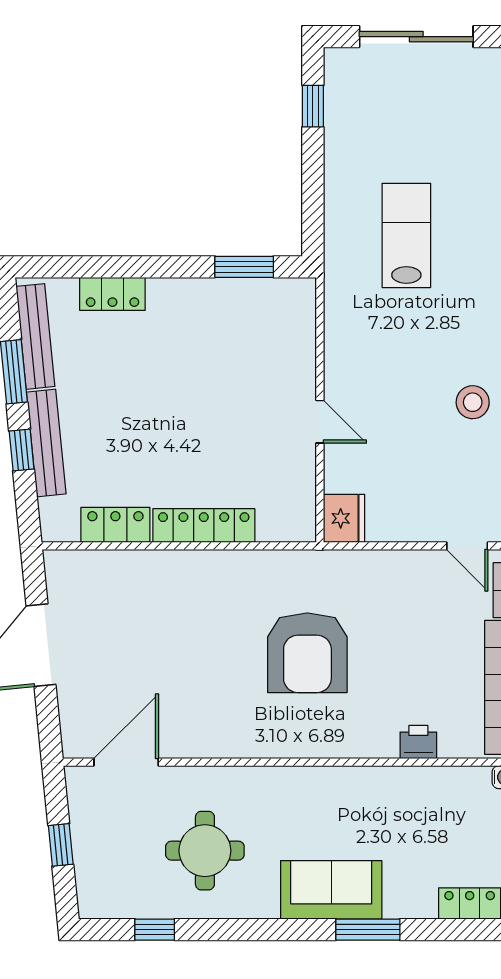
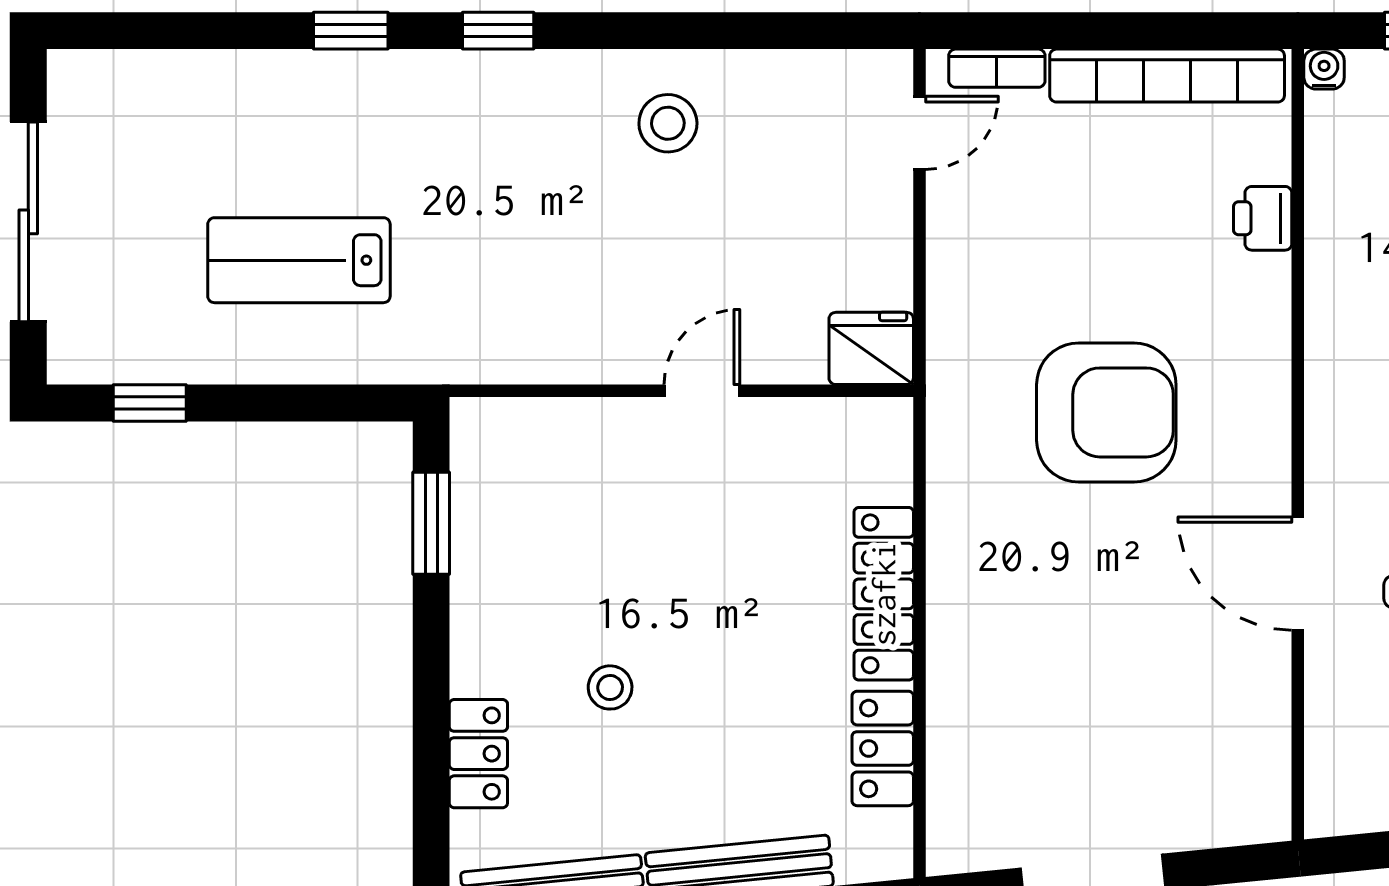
lab bench: (406, 235) -> (299, 260), moved
stool: (150, 369) -> (610, 687), added
door: (126, 762) -> (1298, 574), moved

